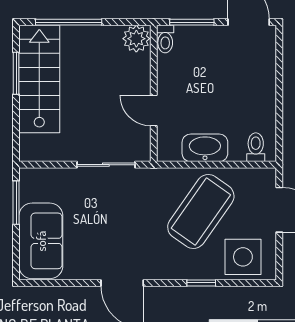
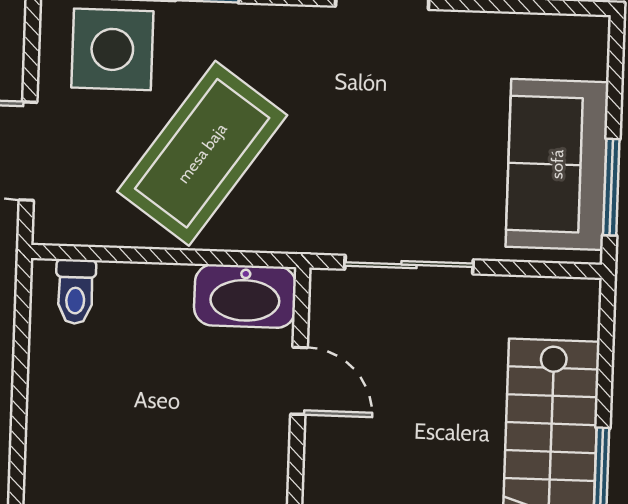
washbasin: (205, 148) -> (245, 296), moved
sofa: (41, 241) -> (557, 164), moved

